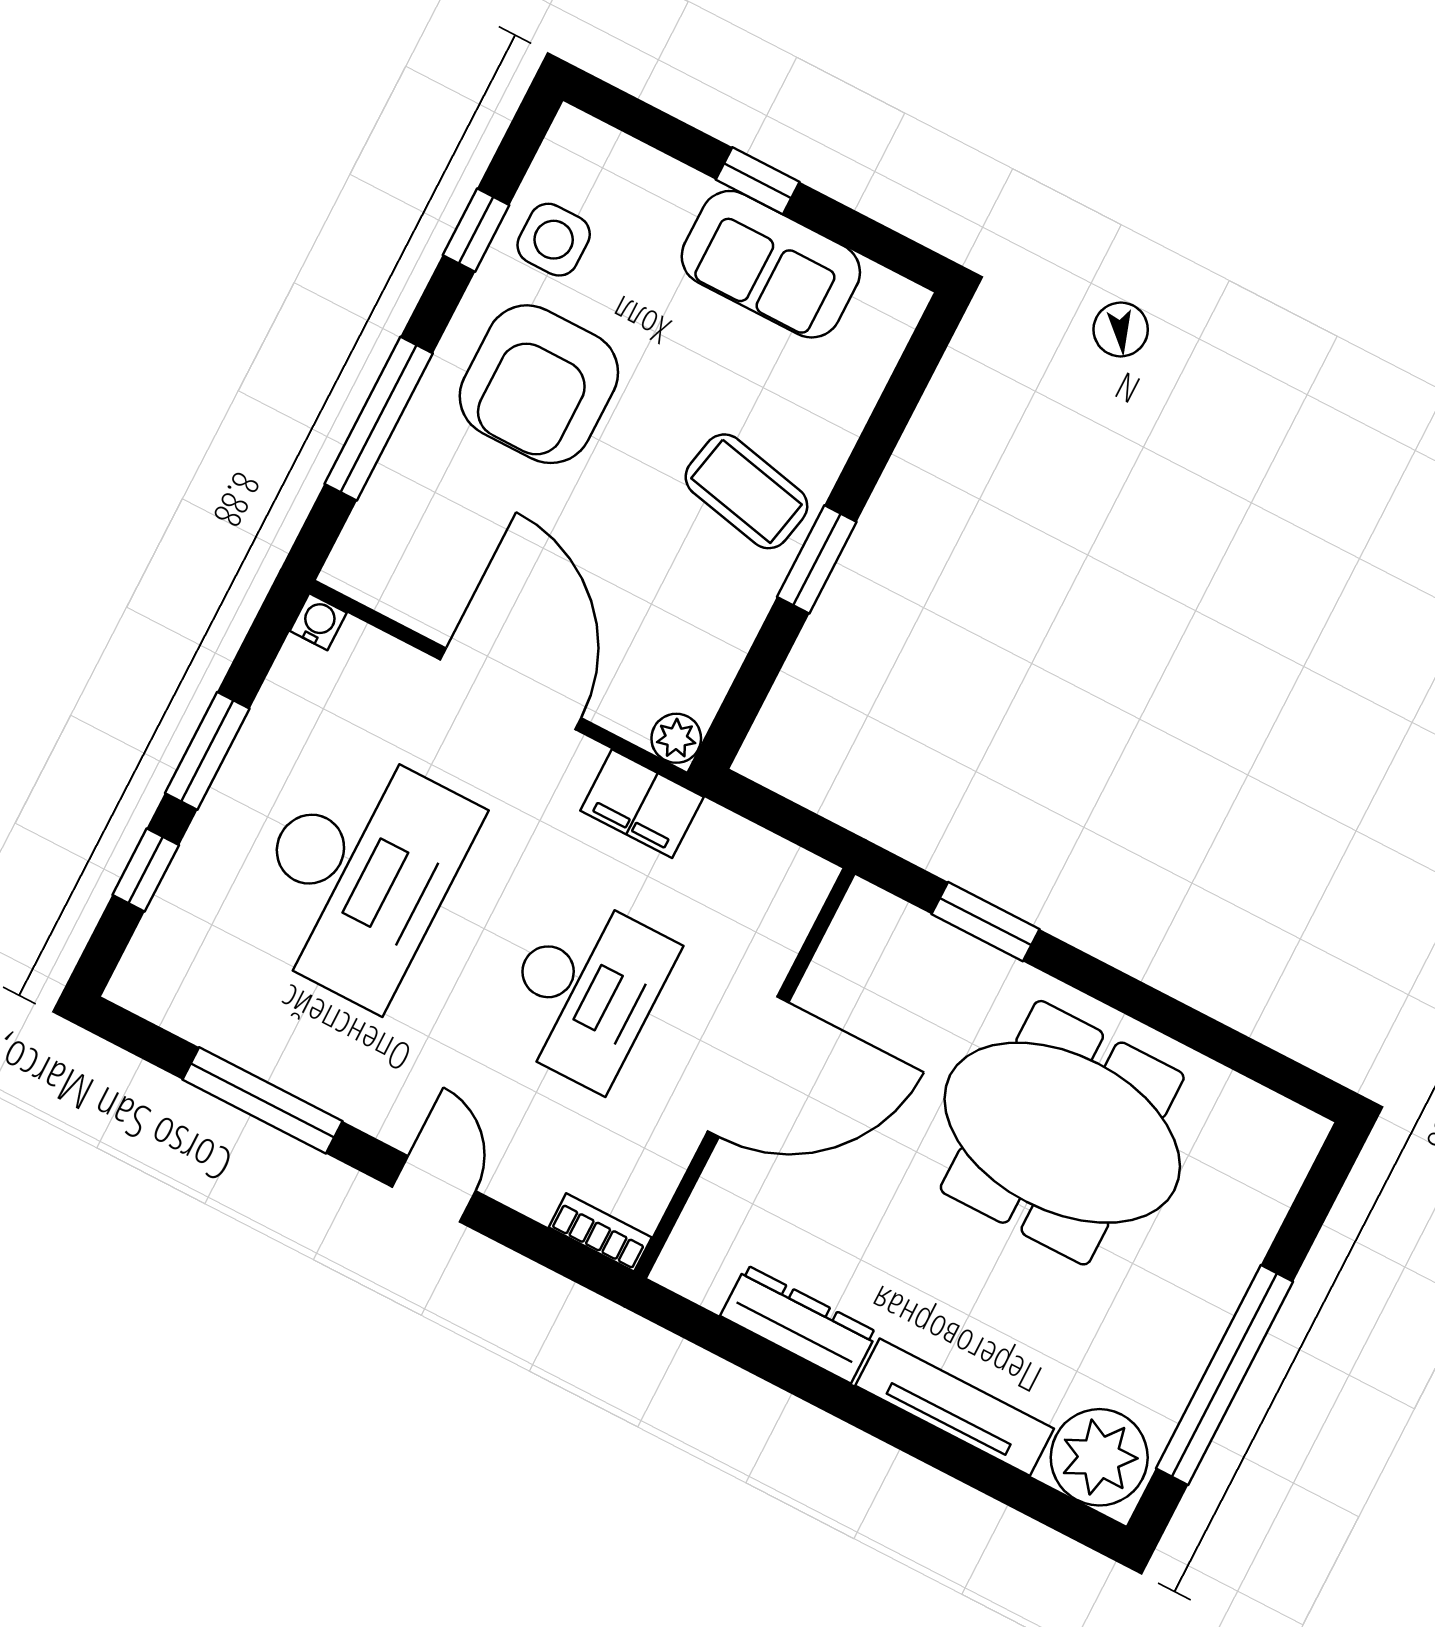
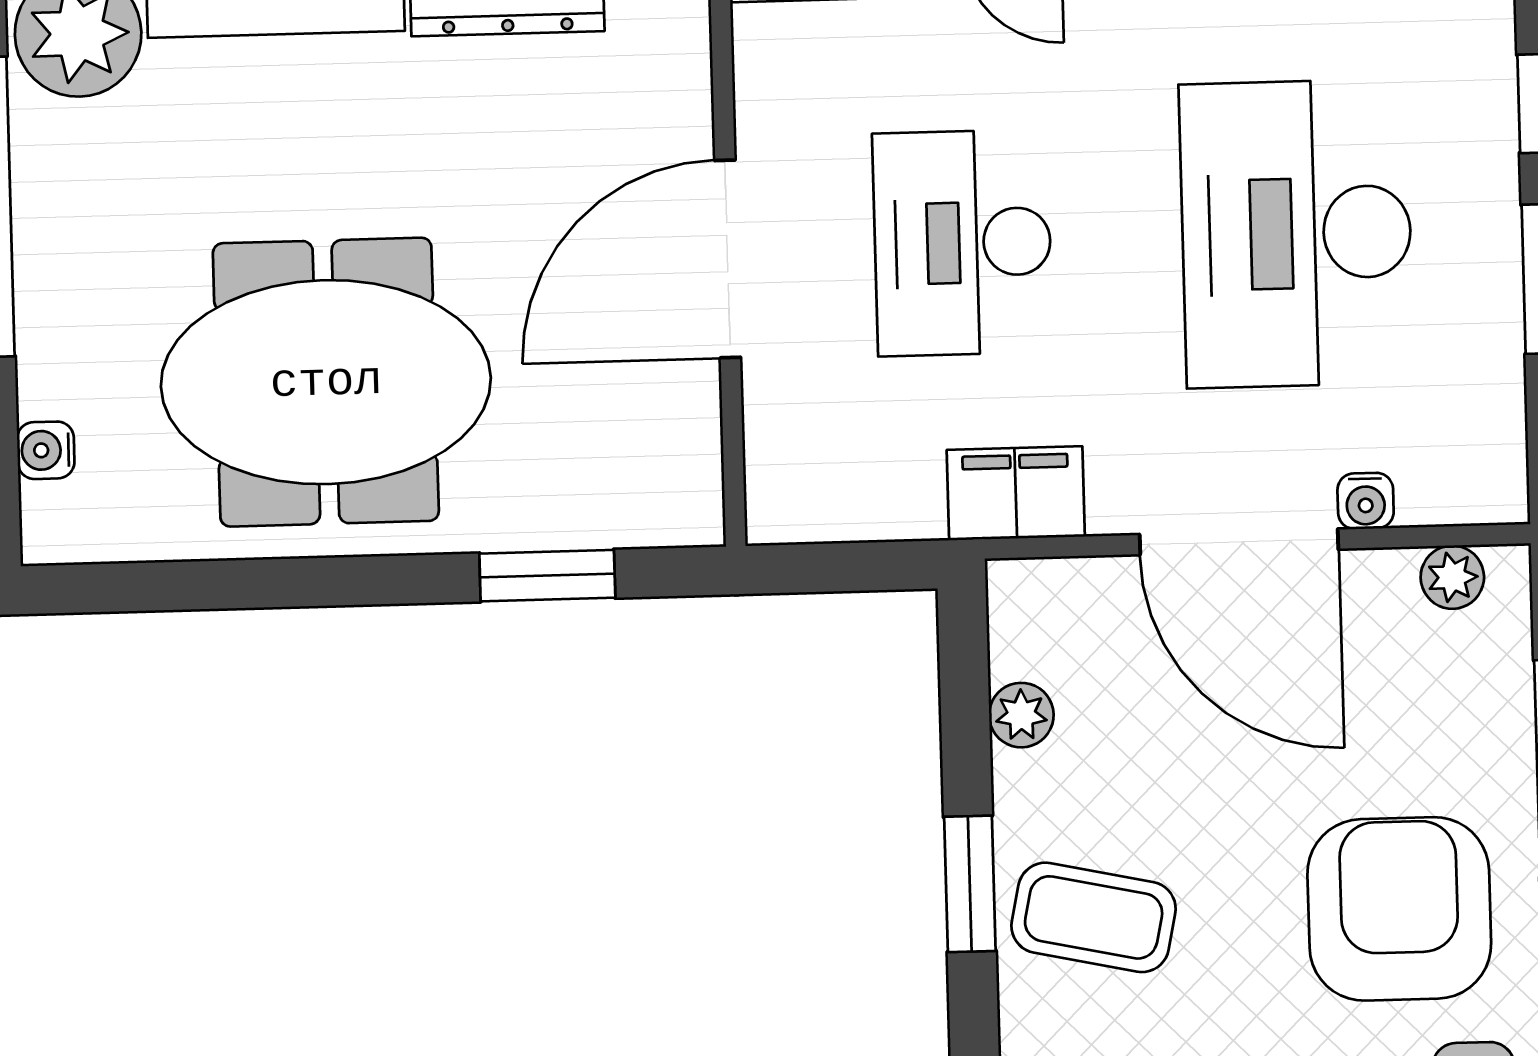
plant: (381, 586) -> (1452, 577), added
water cooler: (318, 622) -> (1366, 501), moved
plant: (676, 738) -> (1021, 715), moved
water cooler: (1275, 1191) -> (46, 450), added

